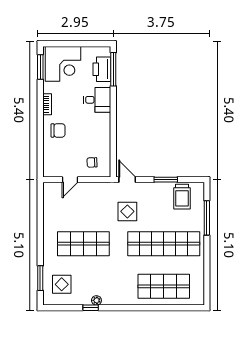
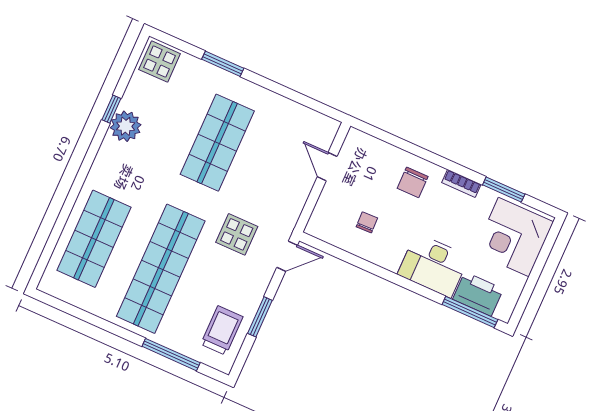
window: (40, 67) -> (504, 189), moved
desk: (97, 100) -> (433, 265), width x1.37
chair: (92, 162) -> (367, 222), moved
trolley: (182, 197) -> (222, 330), turned 90
window: (40, 278) -> (223, 64), moved
display table: (62, 284) -> (160, 62), moved
plant: (96, 300) -> (126, 126), width x1.88, depth x1.88

